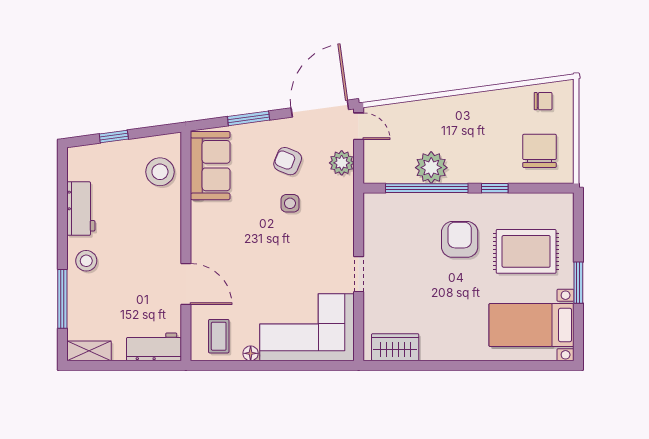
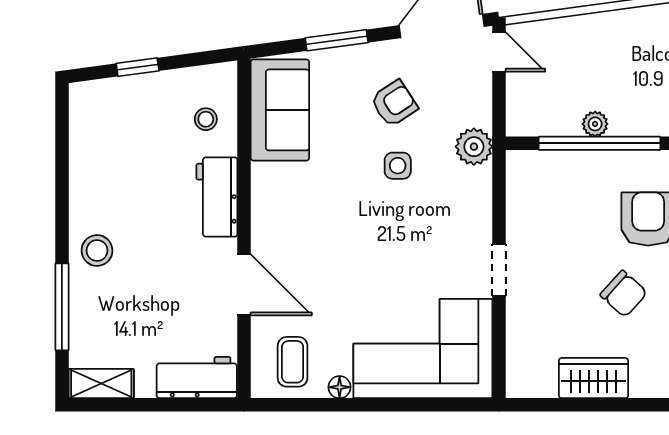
armchair: (288, 161) -> (394, 103), turned 125
plant: (342, 163) -> (474, 147), moved
plant: (431, 168) -> (595, 124), width x0.53, depth x0.53
stool: (160, 172) -> (206, 119), width x0.53, depth x0.53
workbench: (81, 209) -> (217, 197), moved, turned 180
chair: (443, 290) -> (624, 294), added
wardrobe: (395, 347) -> (594, 378), moved

